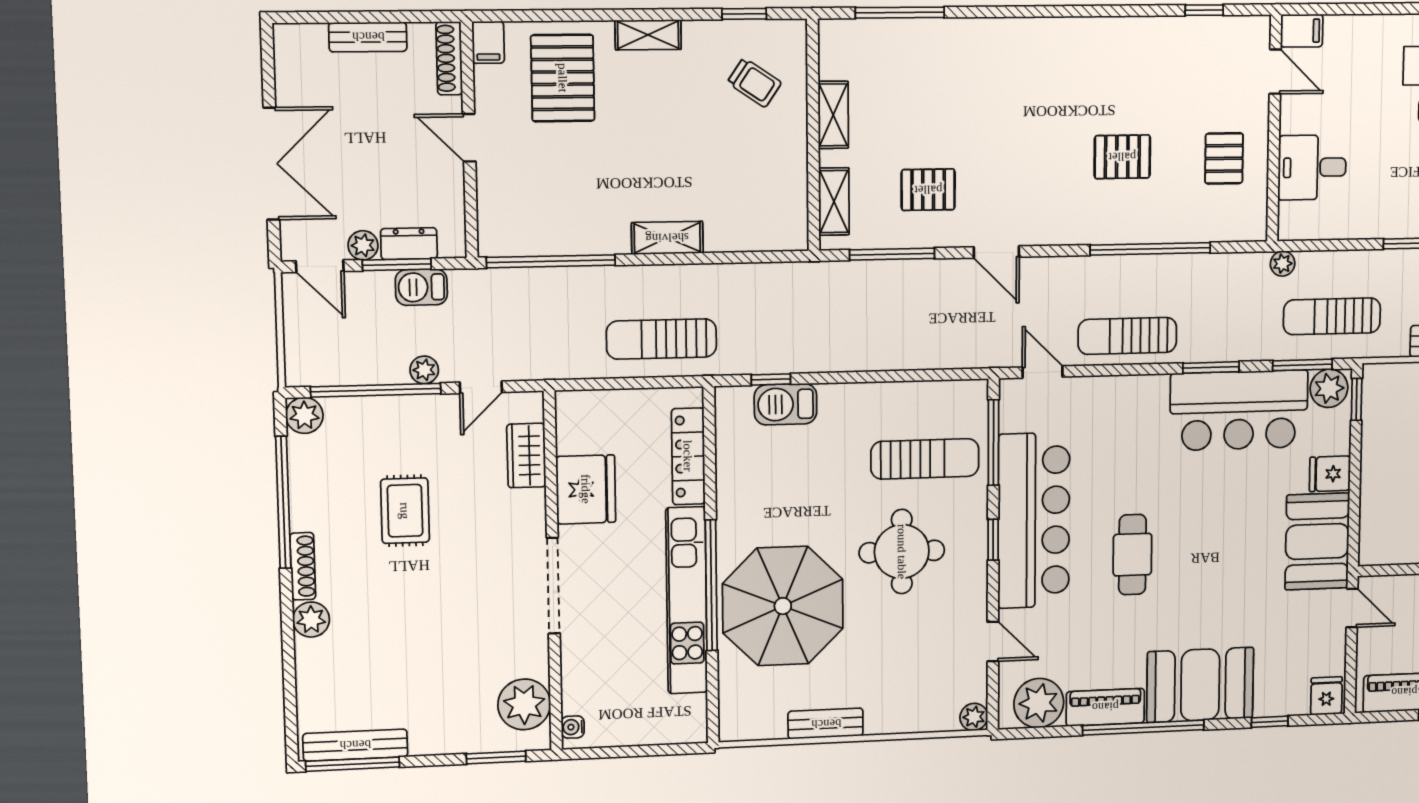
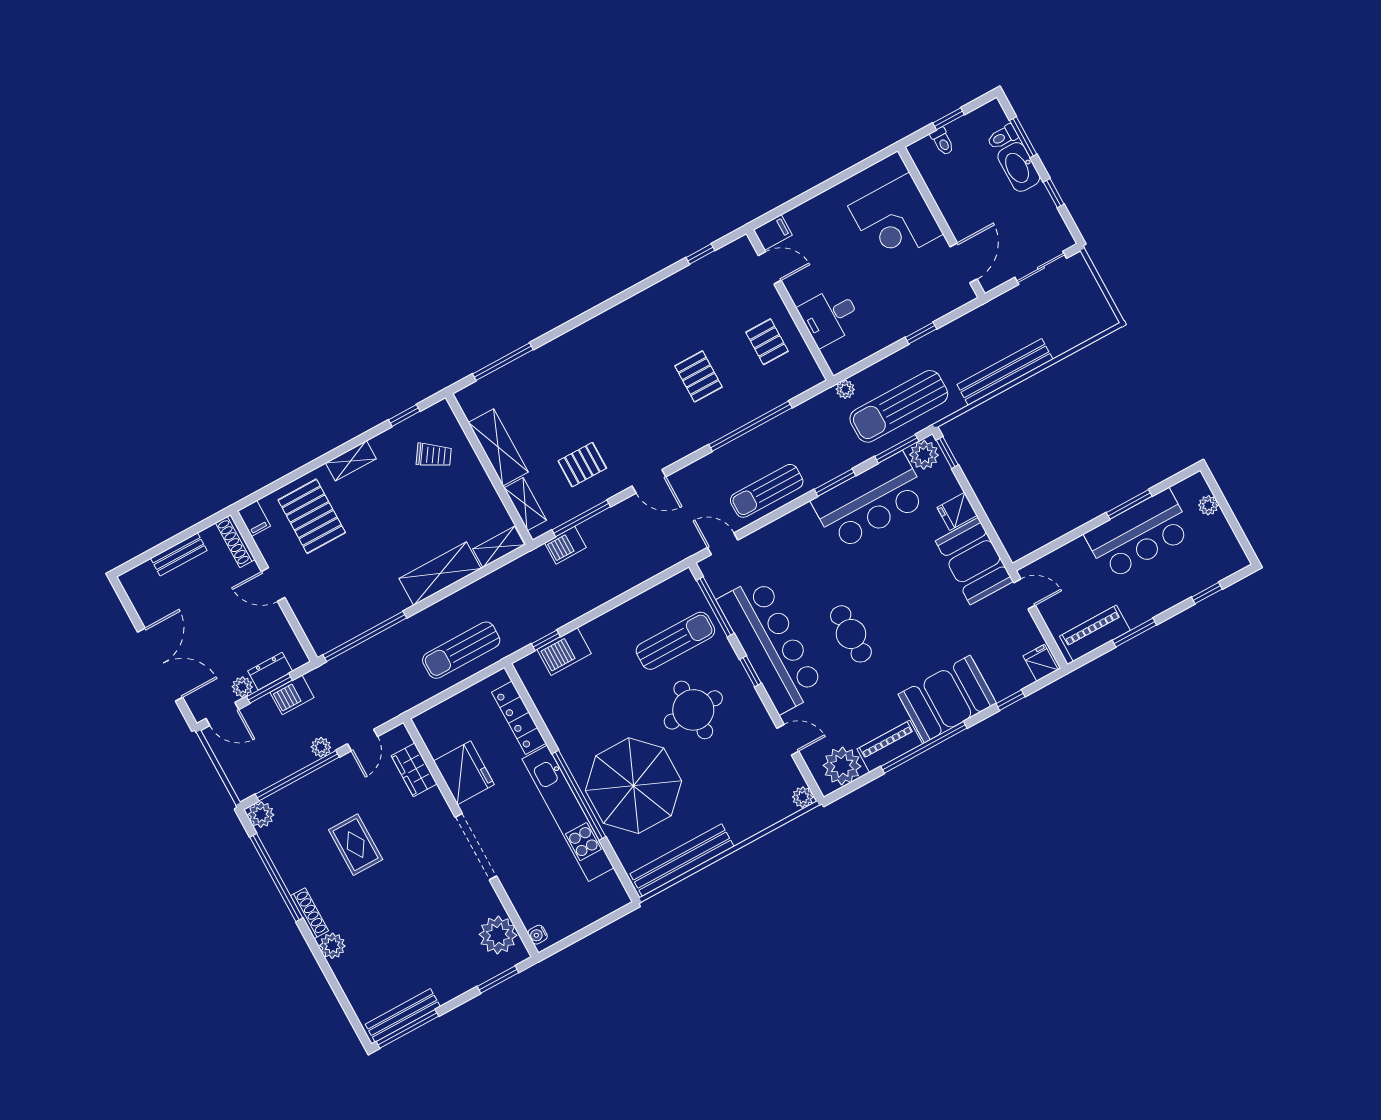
shelving: (833, 115) -> (498, 447), width x1.50, depth x1.33
pallet: (1122, 157) -> (698, 376), turned 90
shelving: (774, 237) -> (499, 547), added
shelving: (667, 238) -> (440, 574), width x1.50, depth x1.33
barbecue: (856, 277) -> (565, 545), added
sun lounger: (1332, 316) -> (899, 406), width x1.36, depth x1.34
bench: (826, 724) -> (682, 860), width x1.86, depth x1.21

